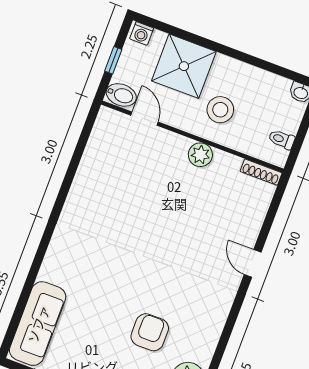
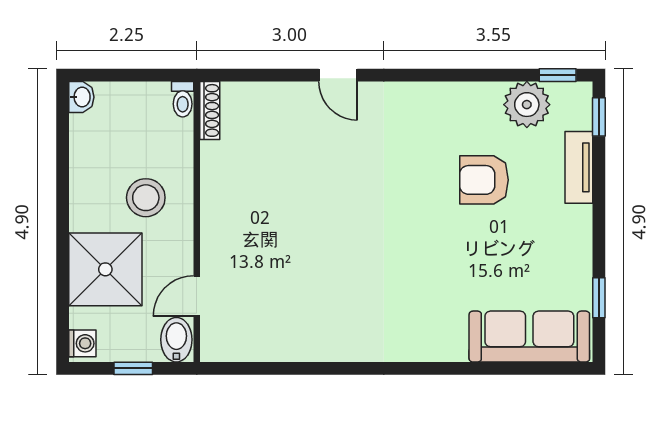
toilet: (282, 139) -> (183, 99), moved
plant: (200, 155) -> (217, 202), removed
door: (253, 263) -> (338, 75), hinge flipped

